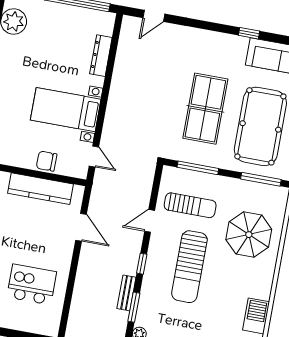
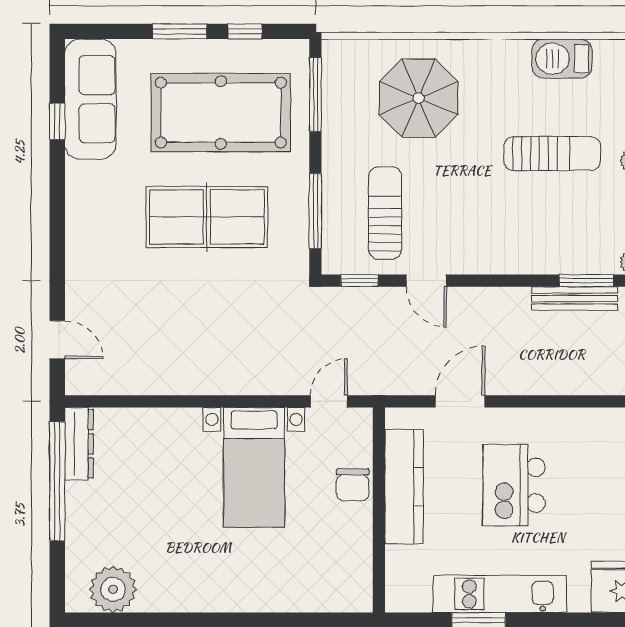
window: (249, 33) -> (57, 121), moved
dresser: (101, 56) -> (79, 444), moved, turned -90
window: (142, 264) -> (360, 281), moved
sun lounger: (189, 267) -> (552, 154), moved, width x0.73, depth x0.75
kitchen island: (32, 284) -> (514, 485), moved
bench: (126, 293) -> (574, 299), width x1.36

